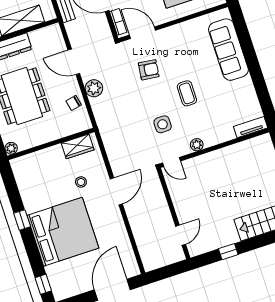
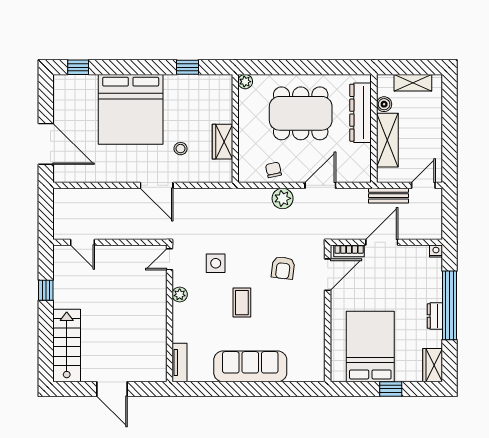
sofa: (228, 50) -> (250, 366), moved
coffee table: (187, 93) -> (242, 303), turned 90
wardrobe: (78, 146) -> (222, 142), moved
window: (22, 220) -> (187, 67), moved

